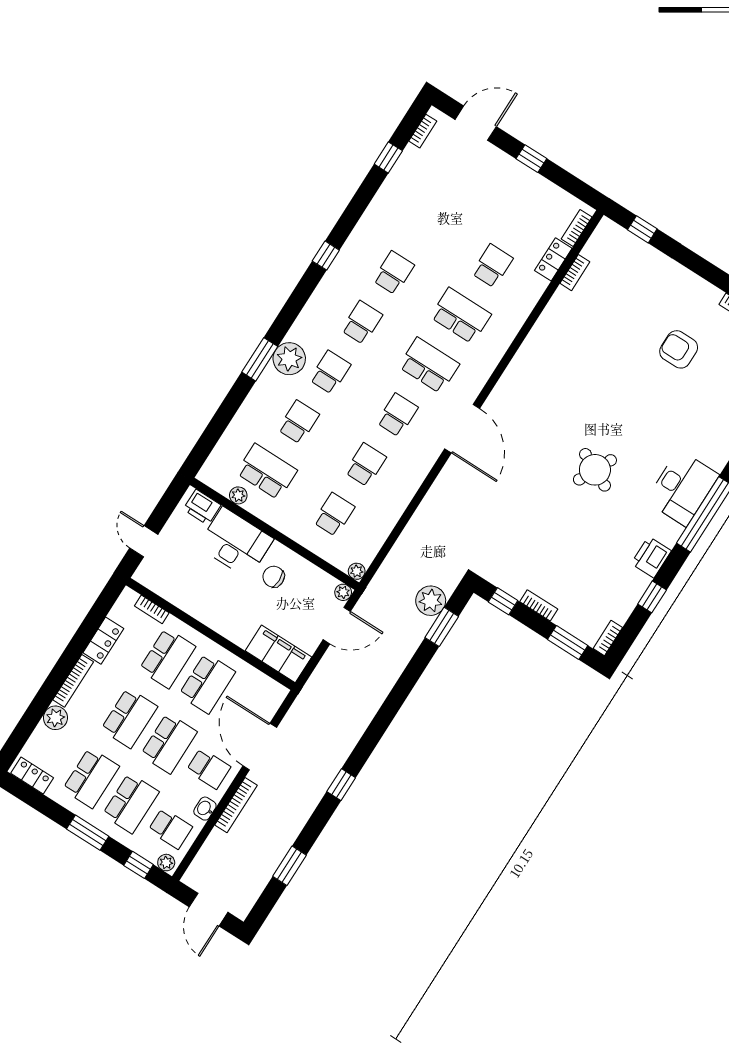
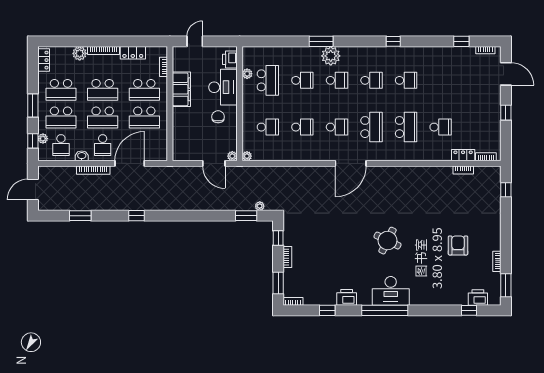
round table: (595, 470) -> (387, 241), moved
plant: (431, 601) -> (260, 206), width x0.53, depth x0.53
filing cabinet: (278, 654) -> (181, 89), moved
plant: (166, 863) -> (43, 139), moved

